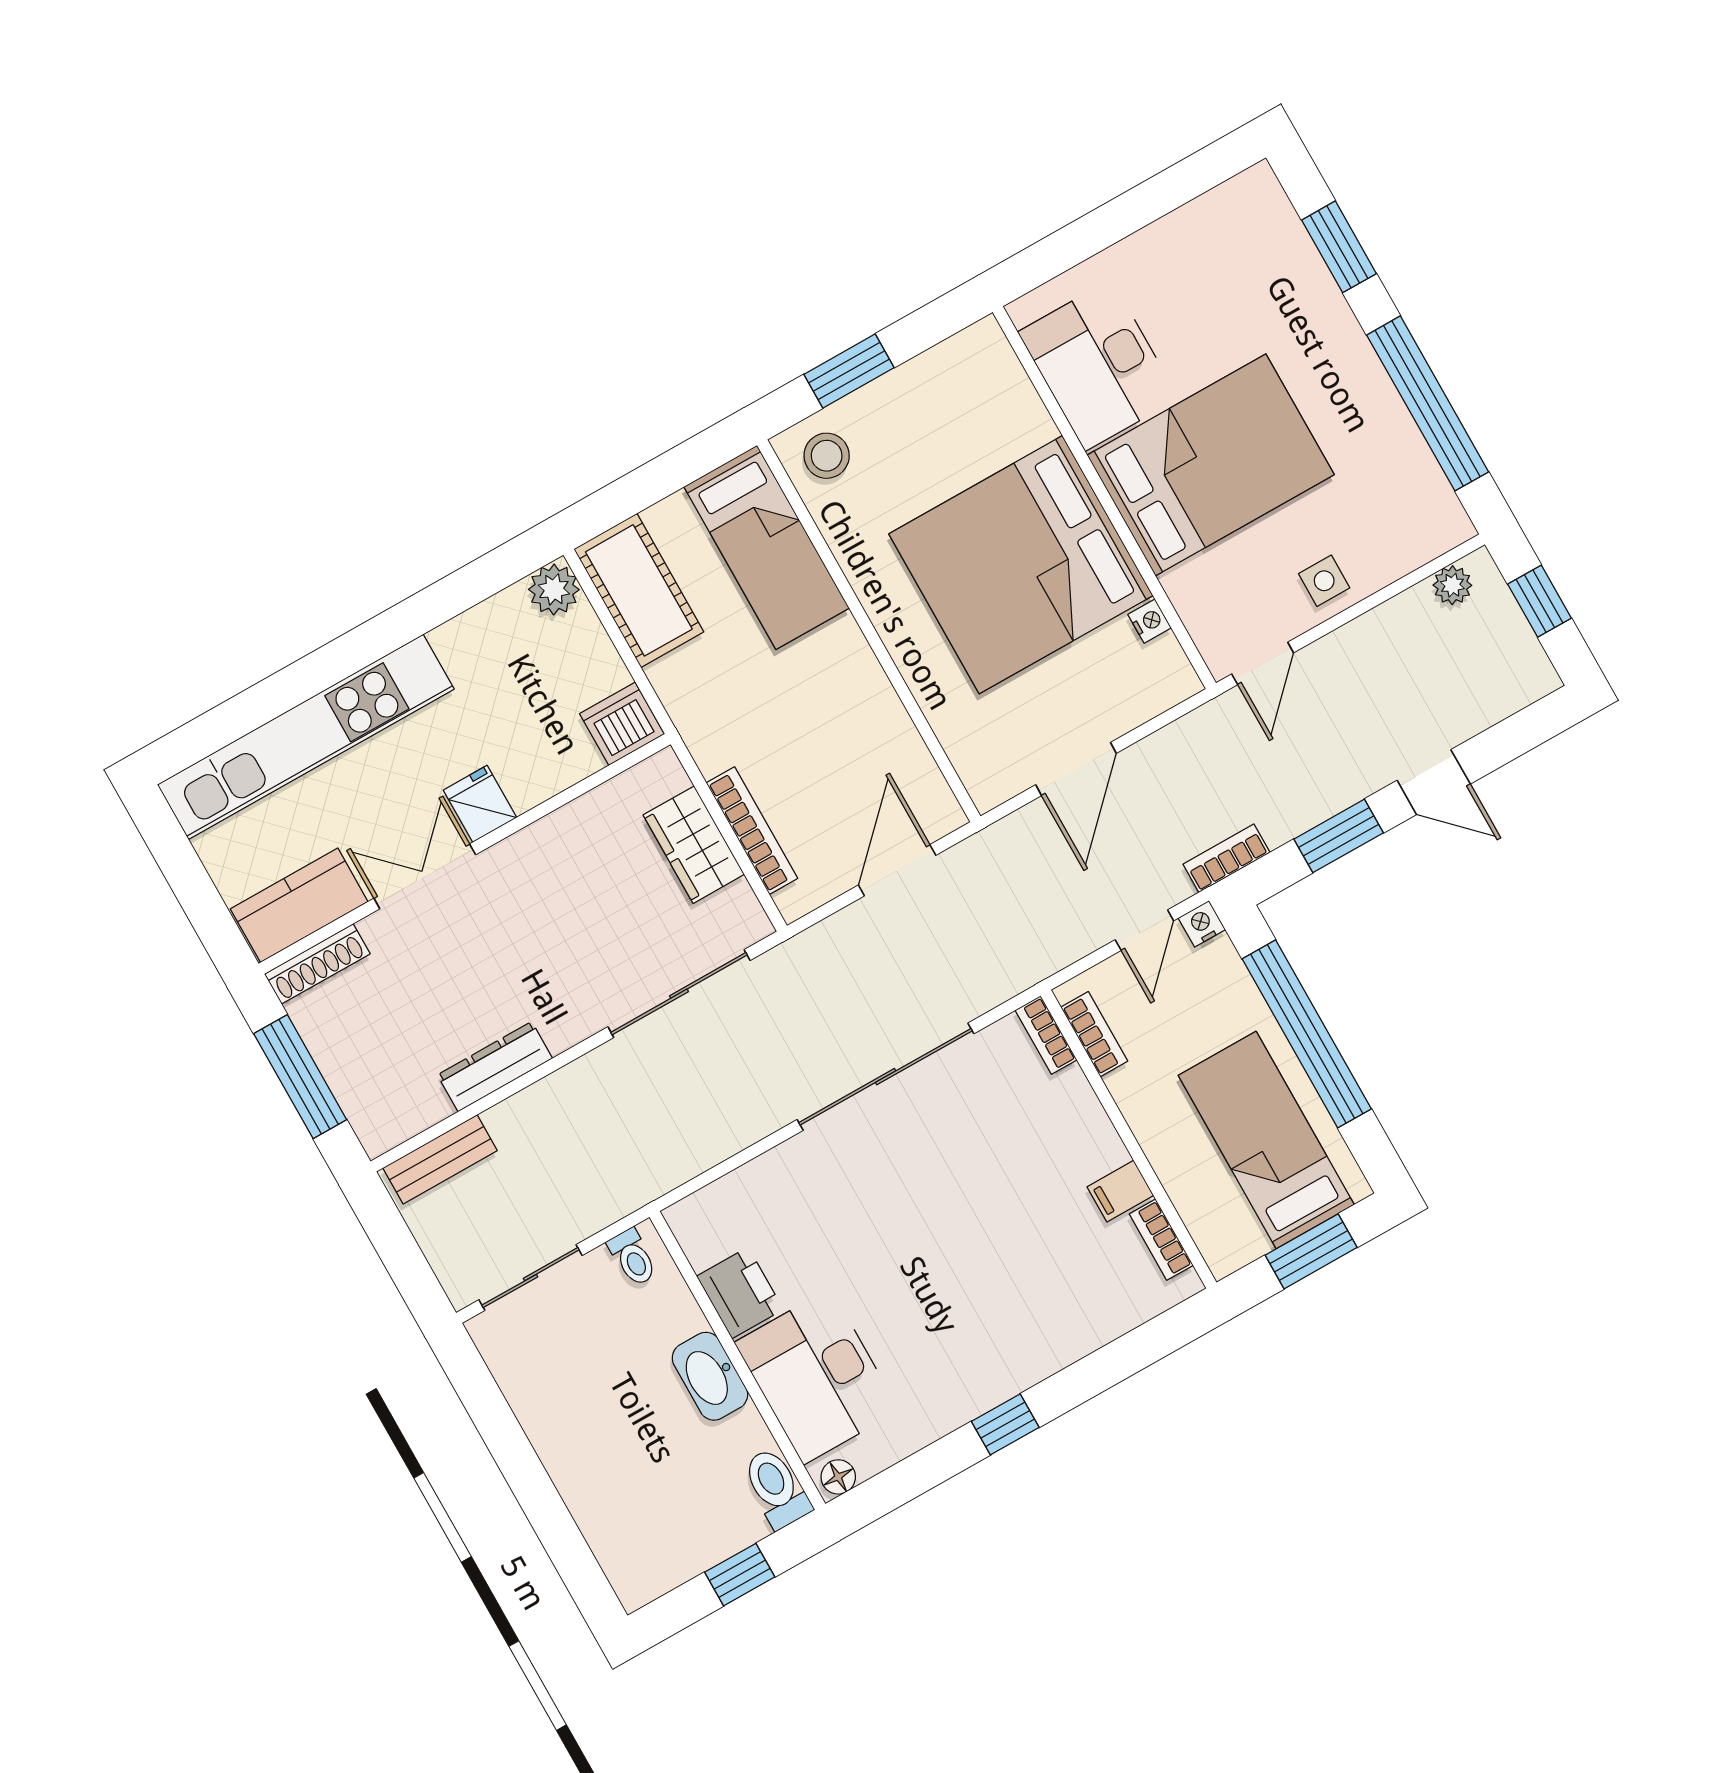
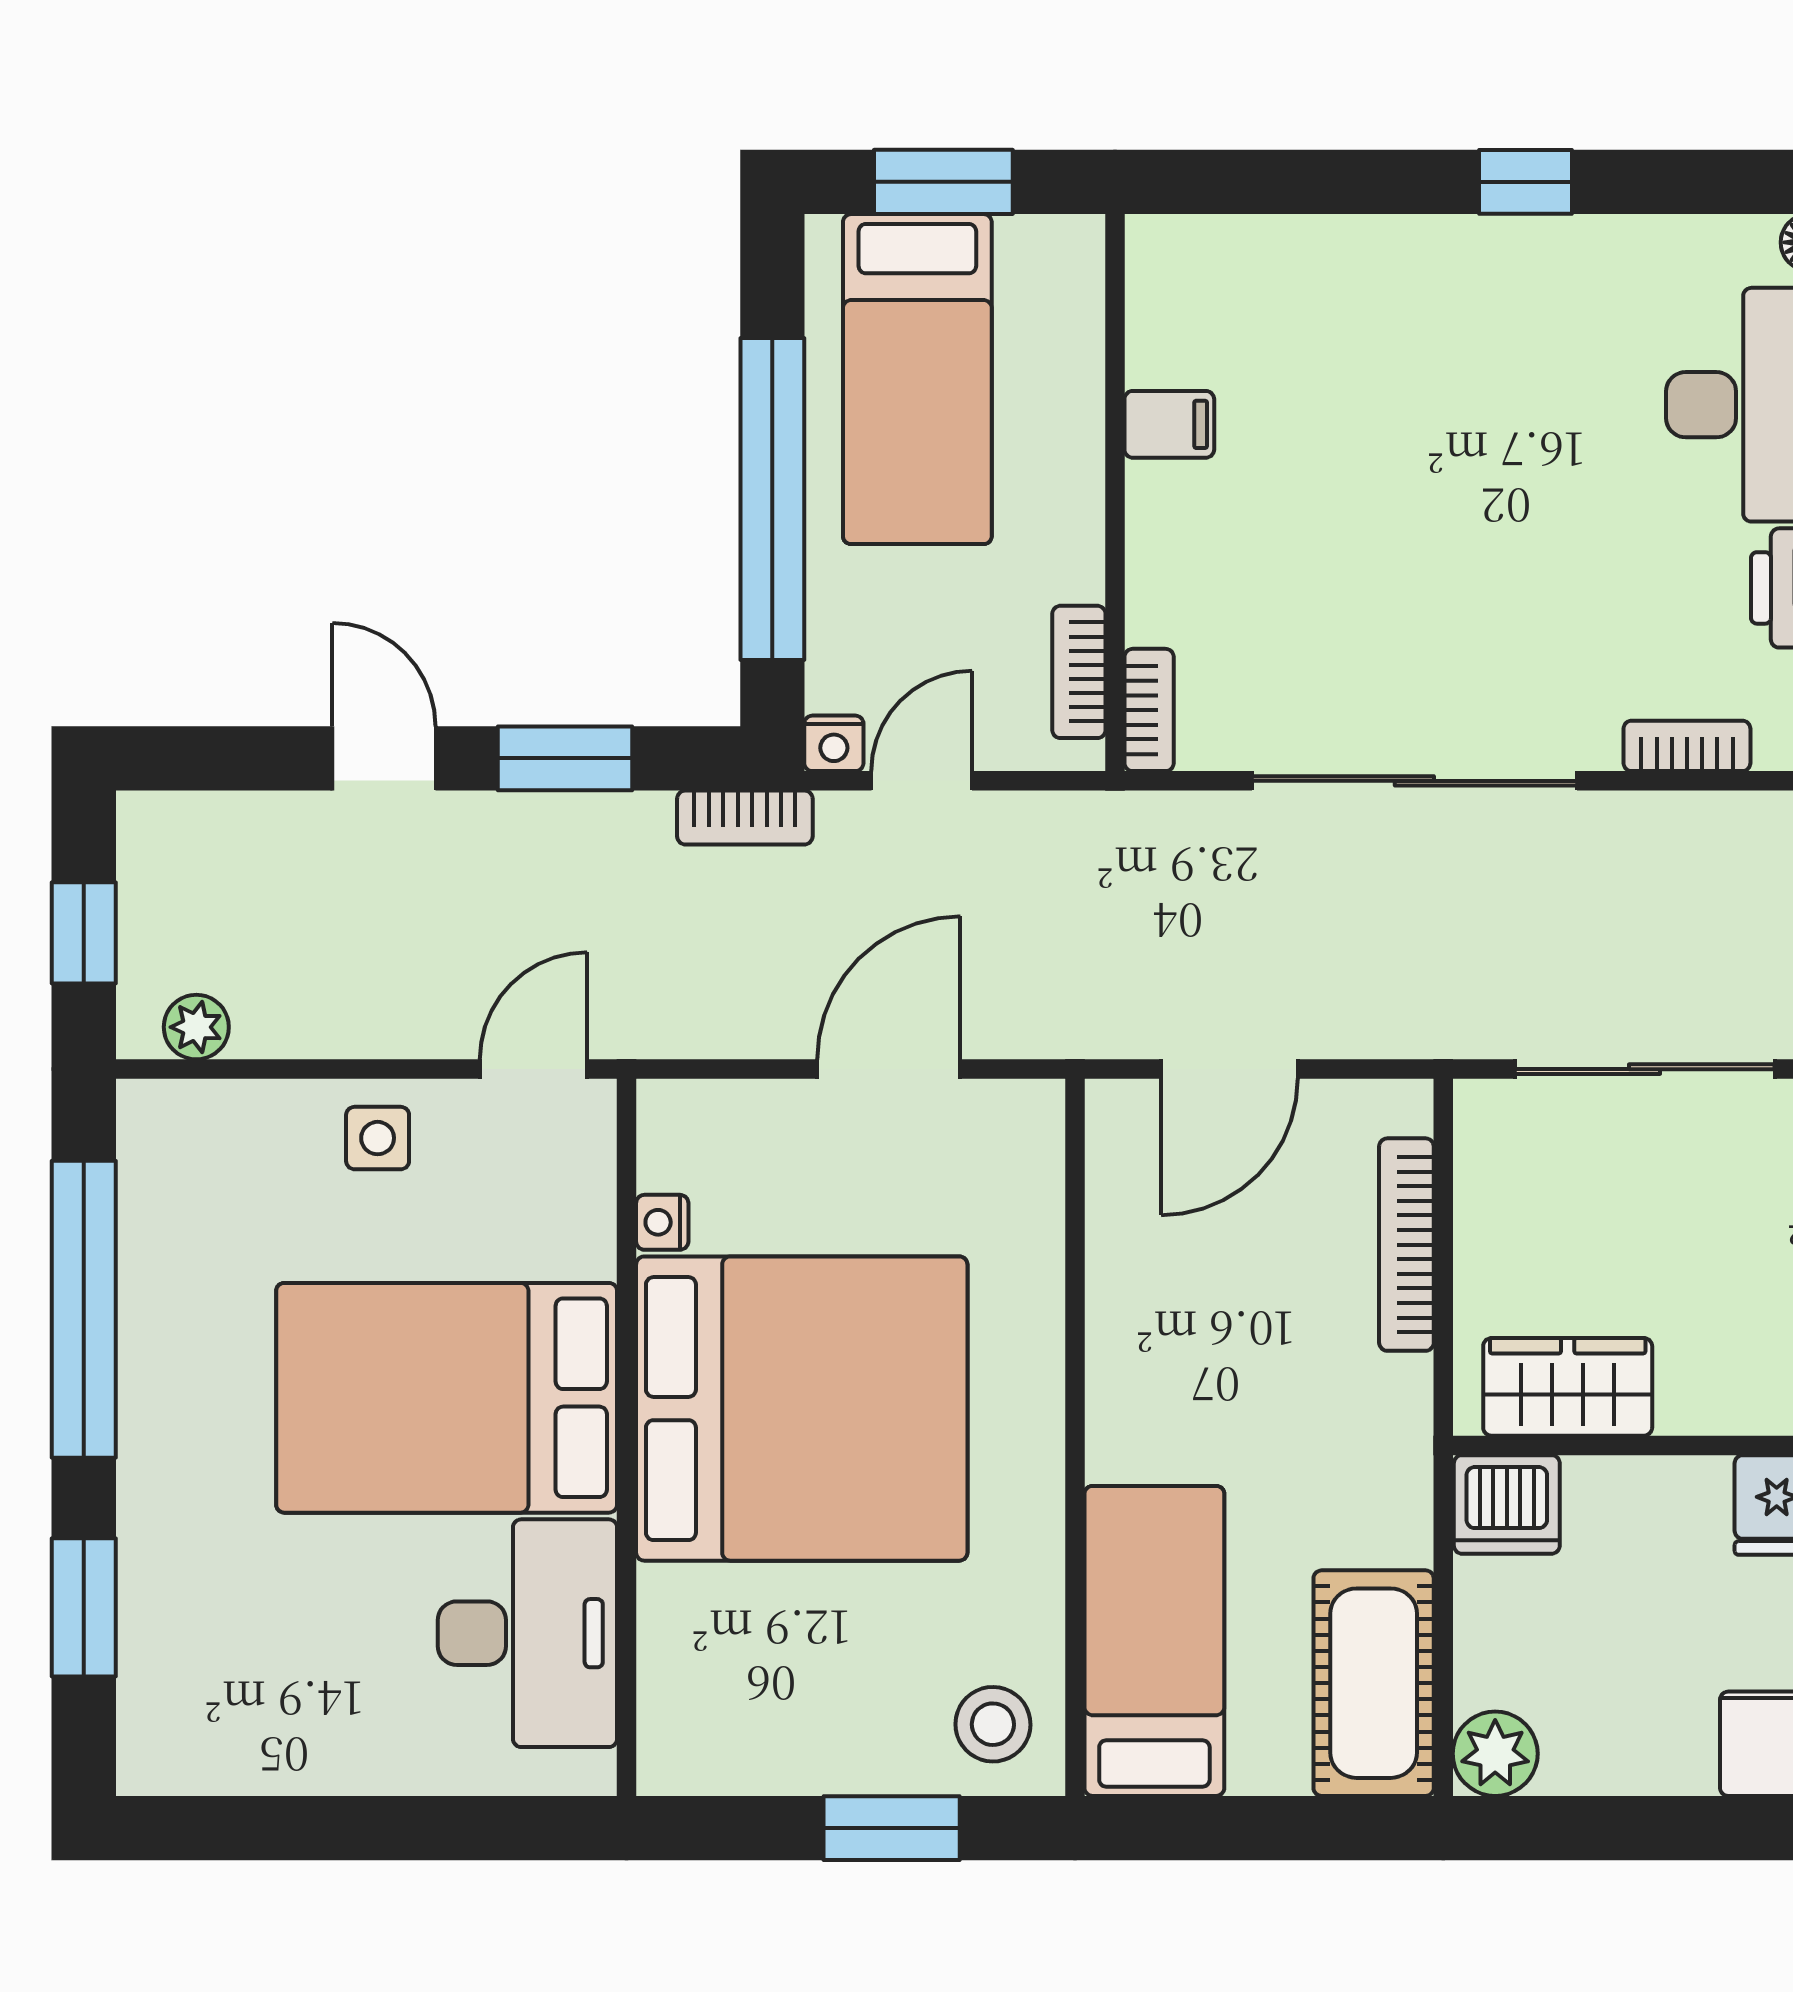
wardrobe: (694, 845) -> (1568, 1387), moved, turned -90
bookcase: (1161, 1240) -> (1687, 746), moved, turned -90

